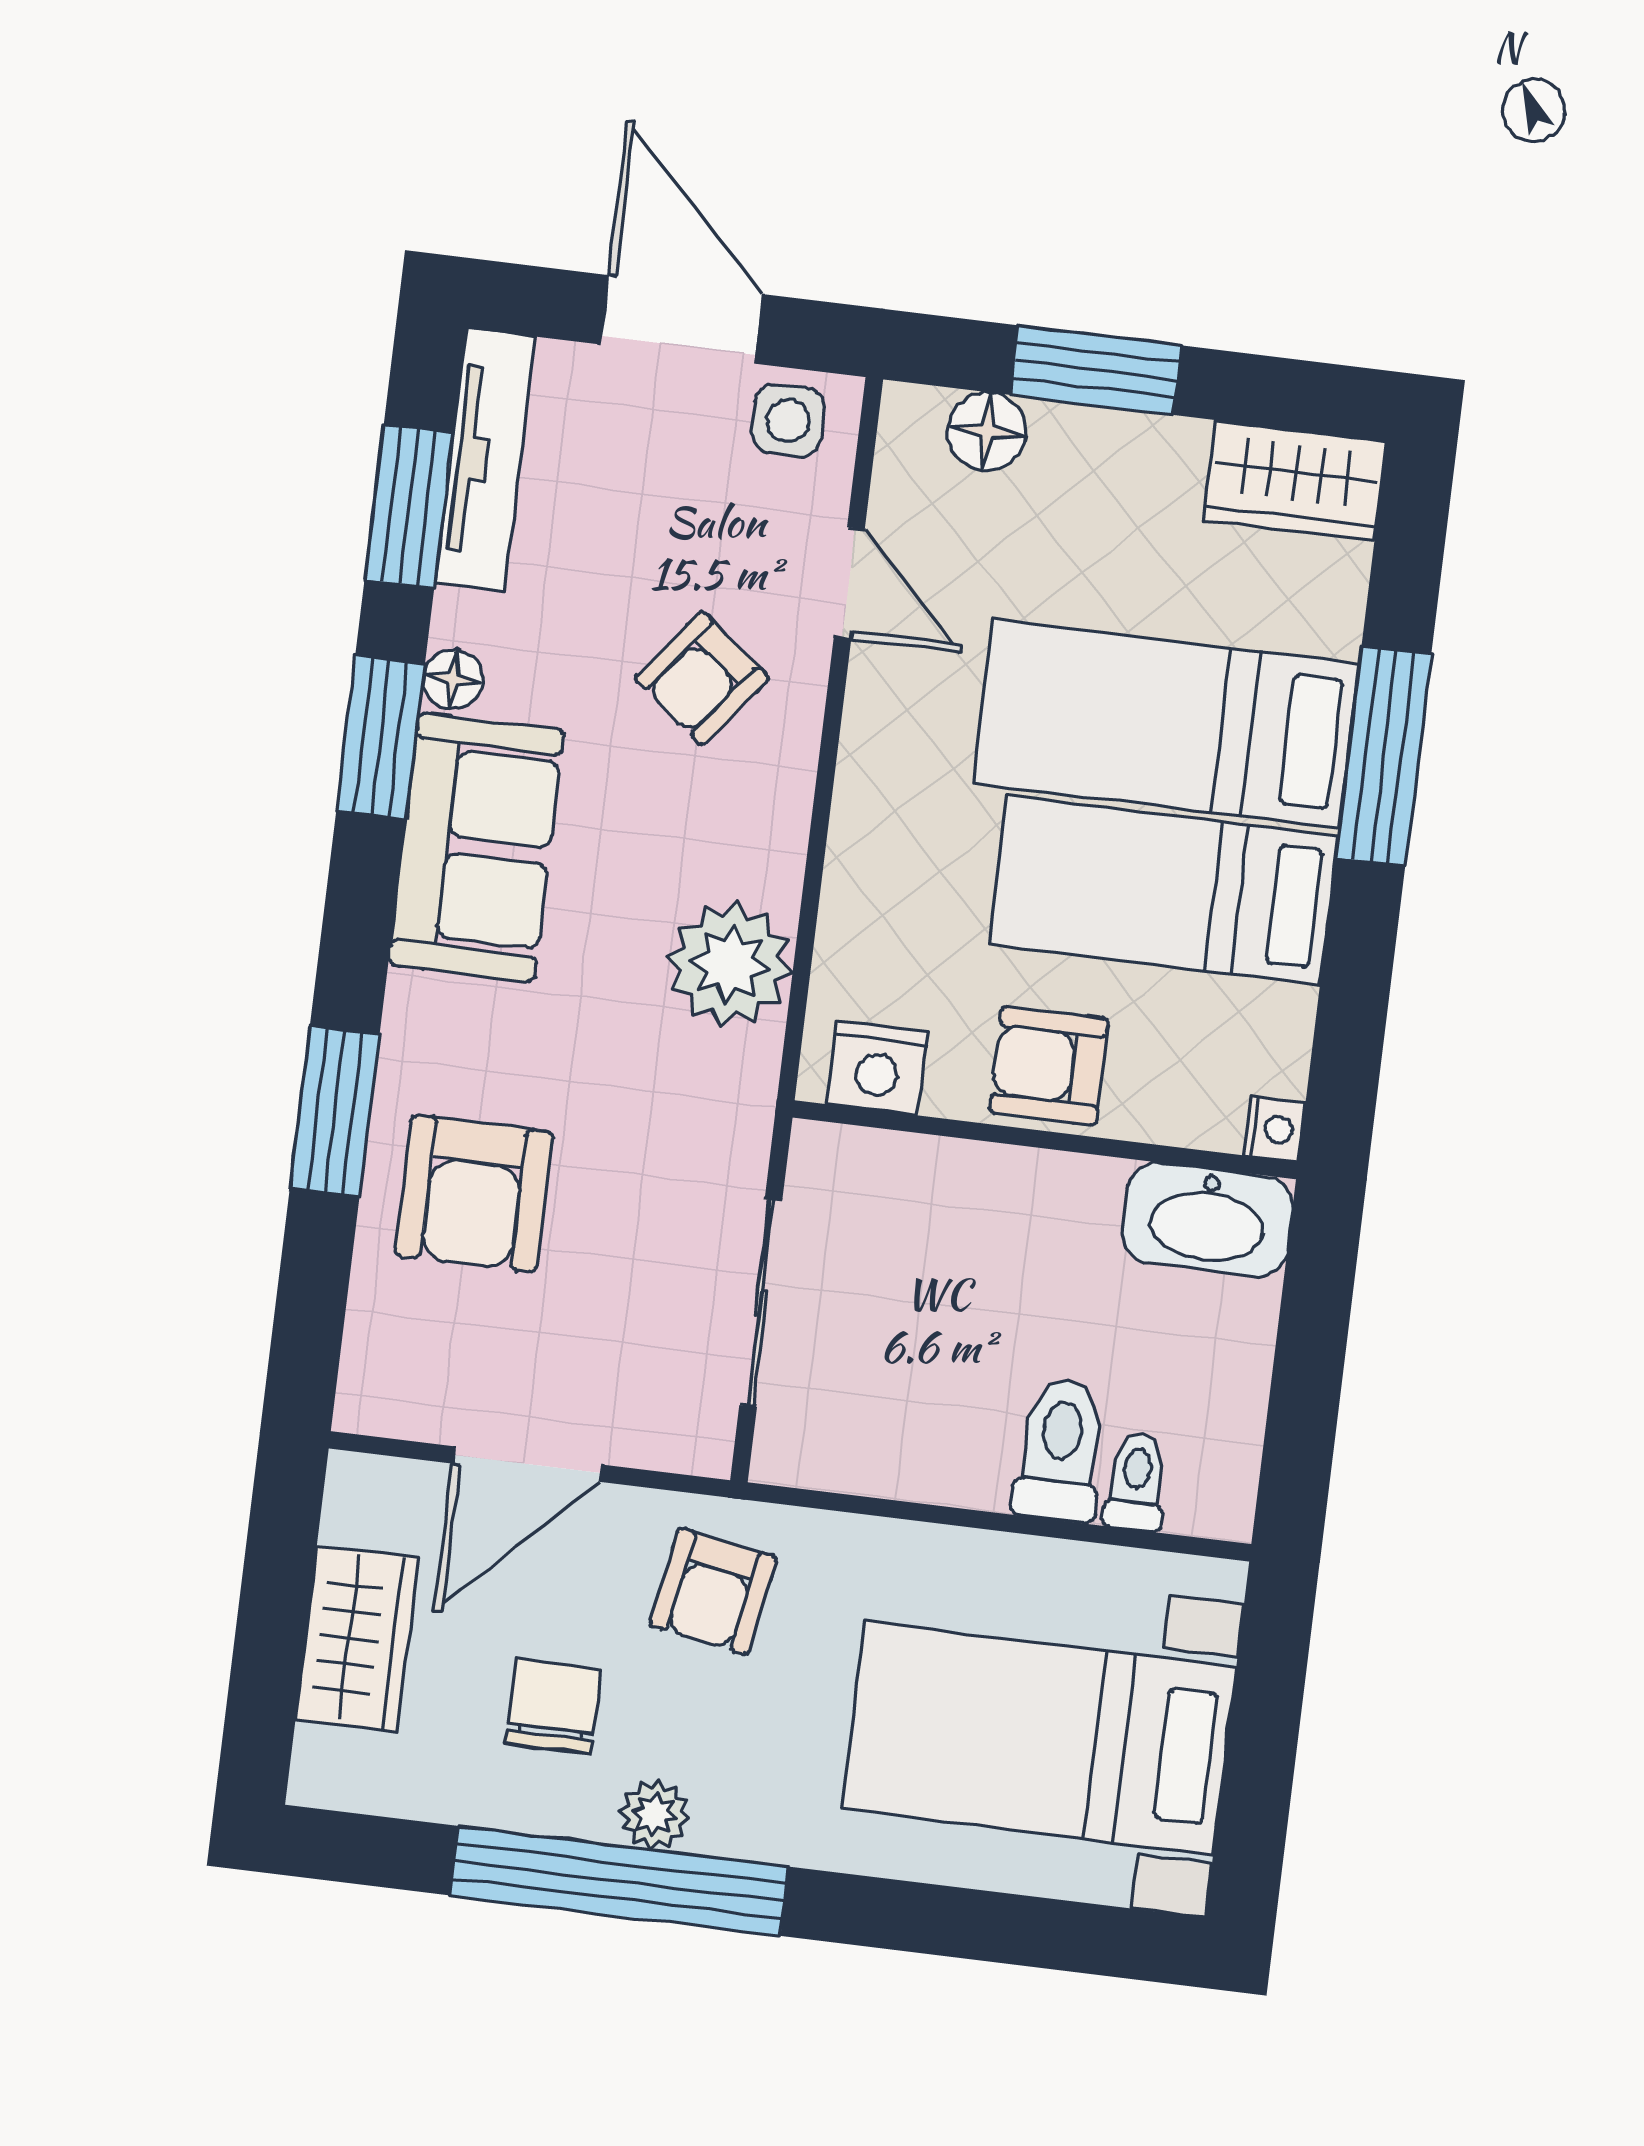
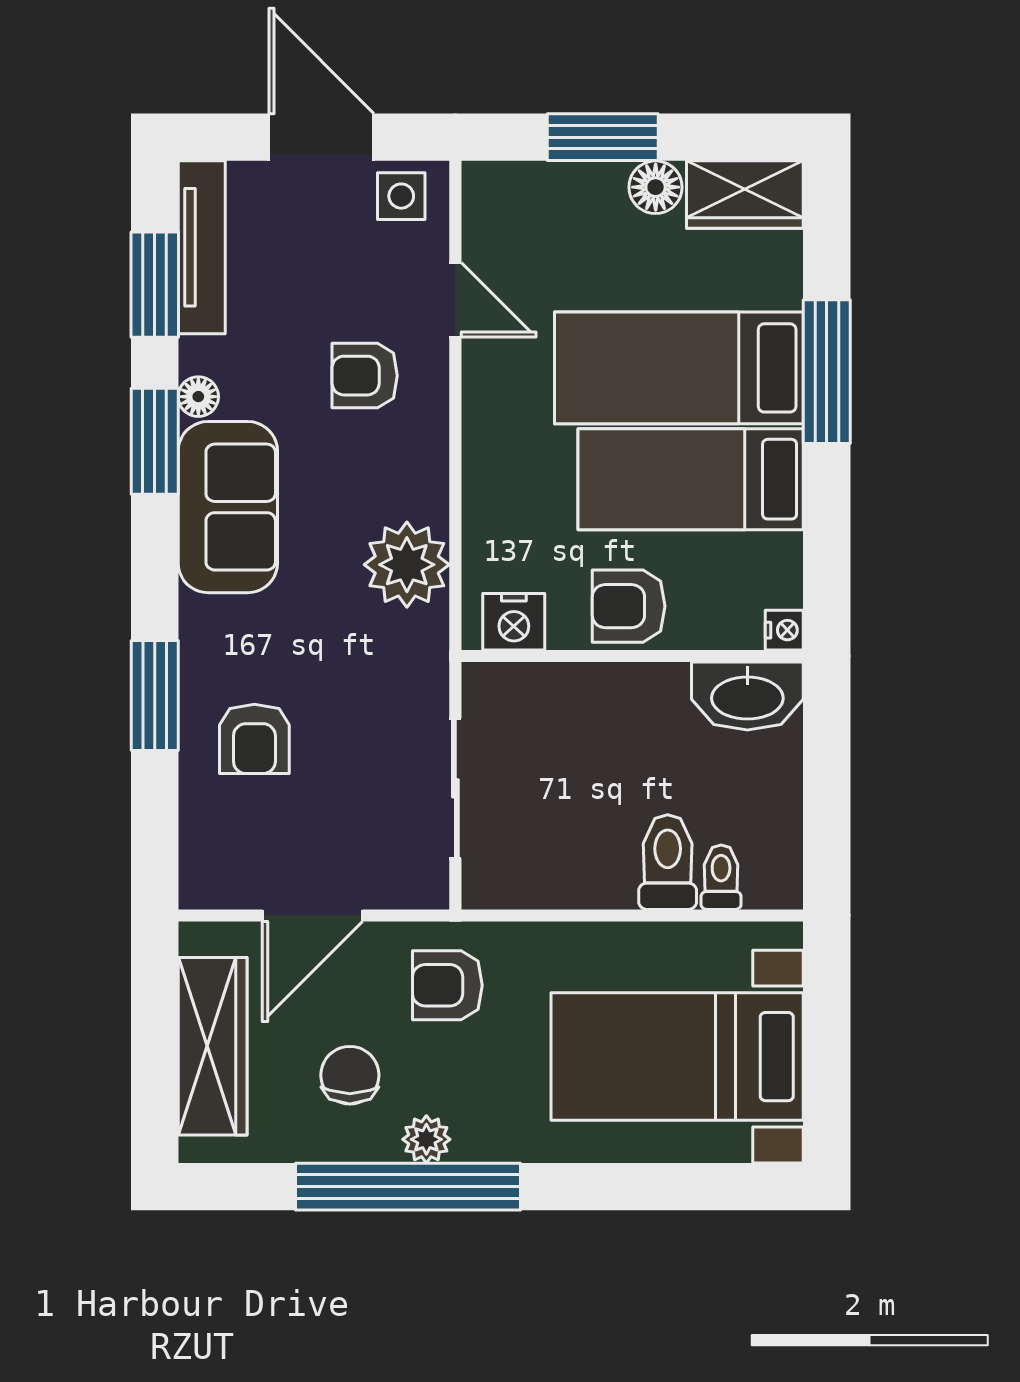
floor lamp: (987, 432) -> (656, 187), moved
armchair: (702, 678) -> (365, 376), turned 52
armchair: (474, 1194) -> (254, 739), width x0.72, depth x0.72
armchair: (713, 1591) -> (447, 985), turned 80
wardrobe: (357, 1639) -> (213, 1046), width x1.50

